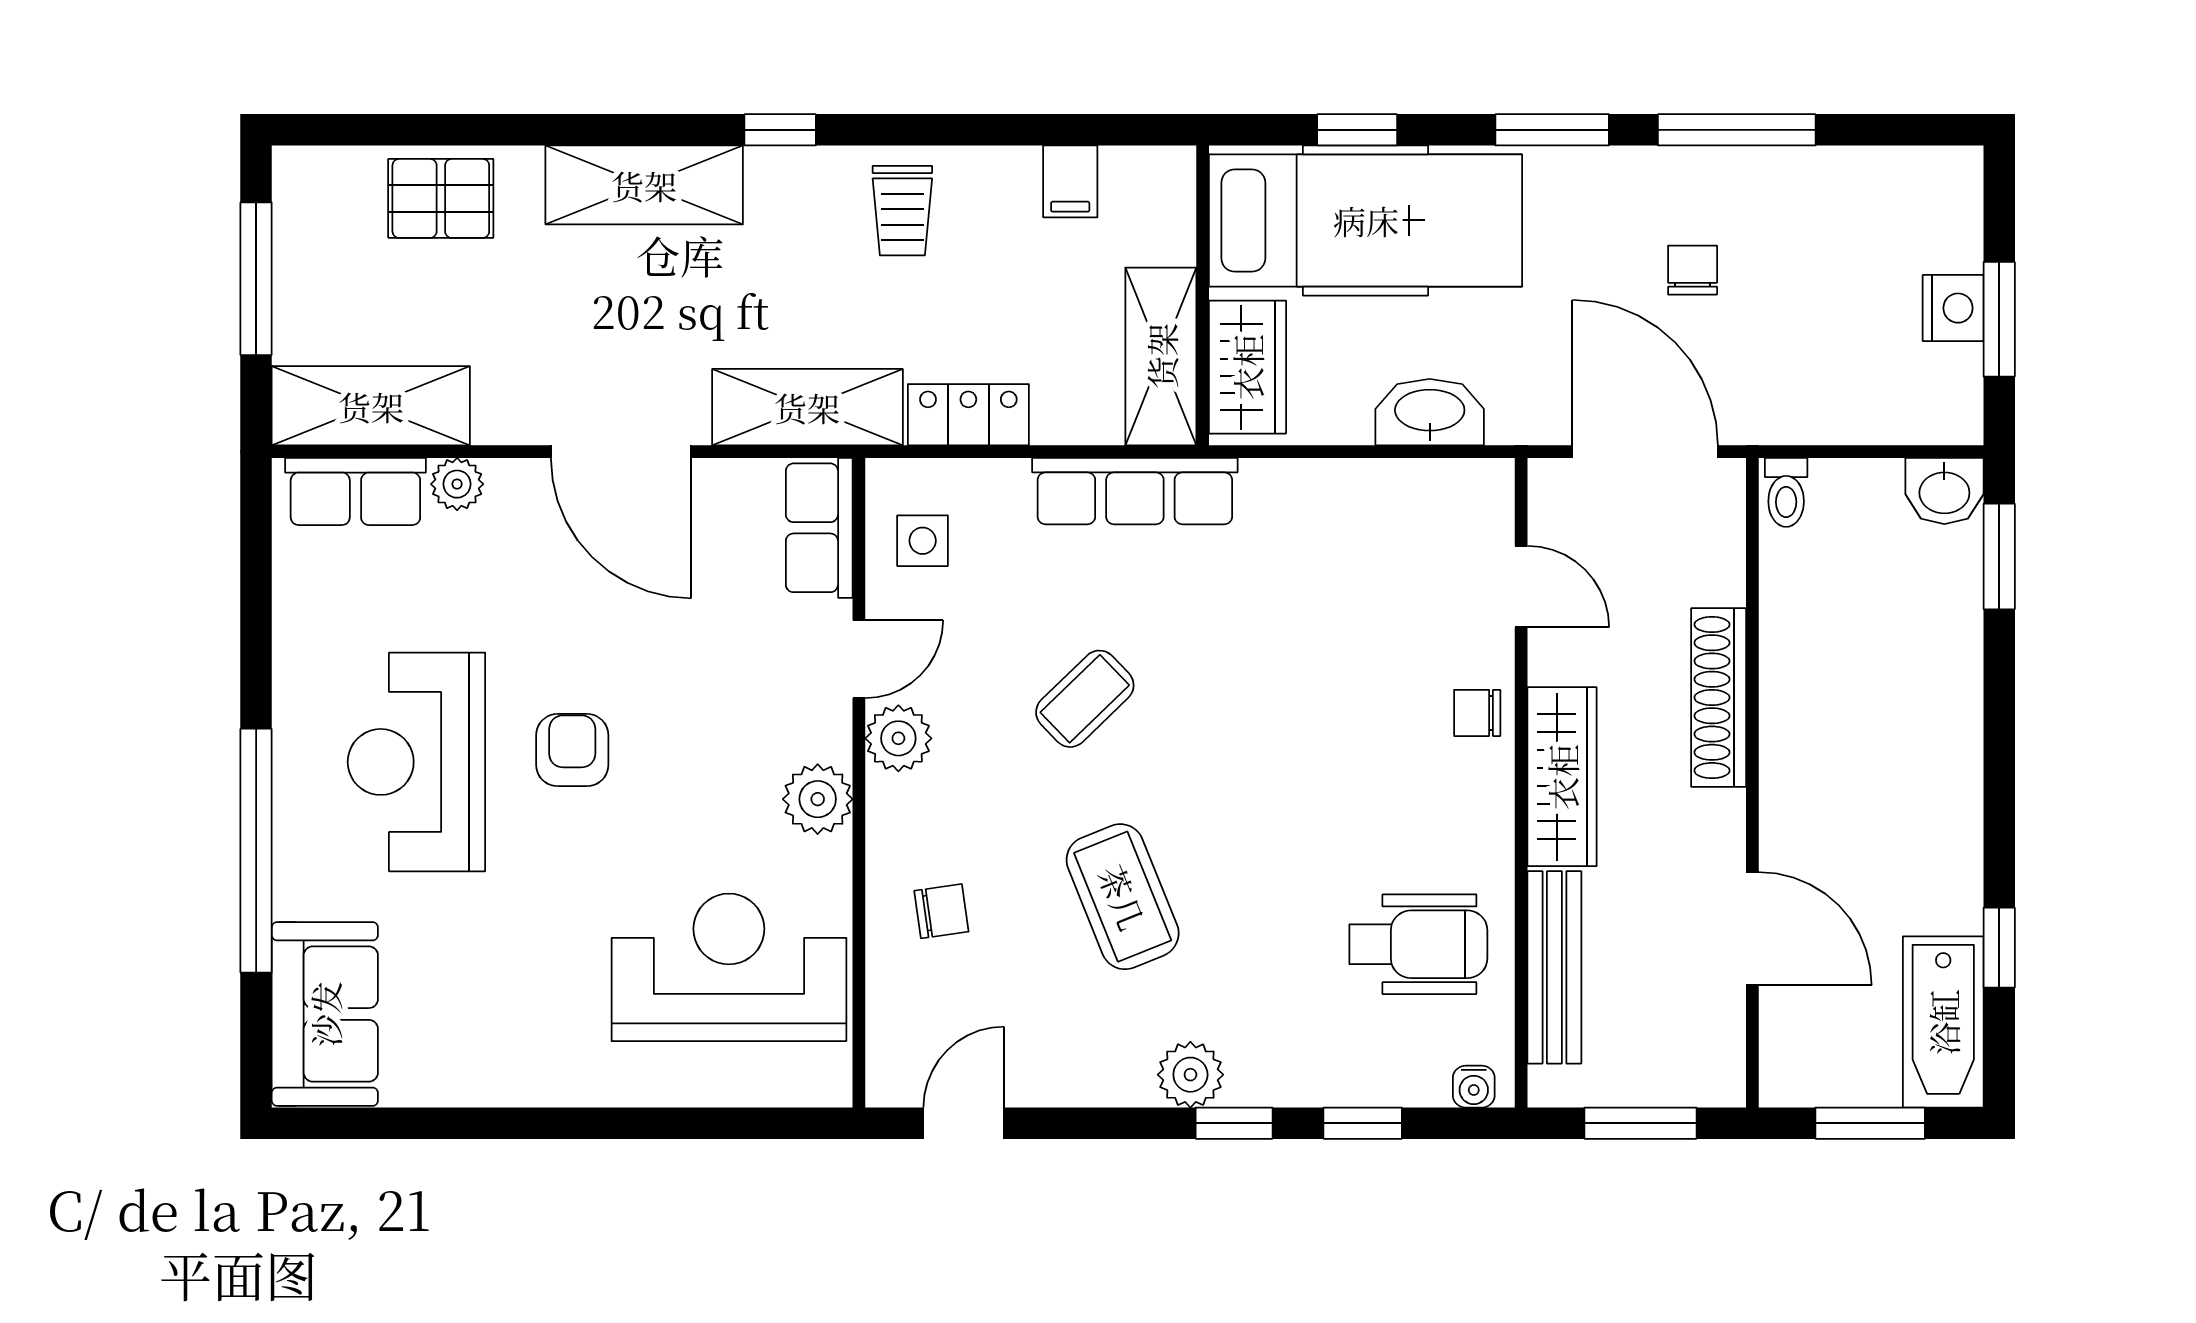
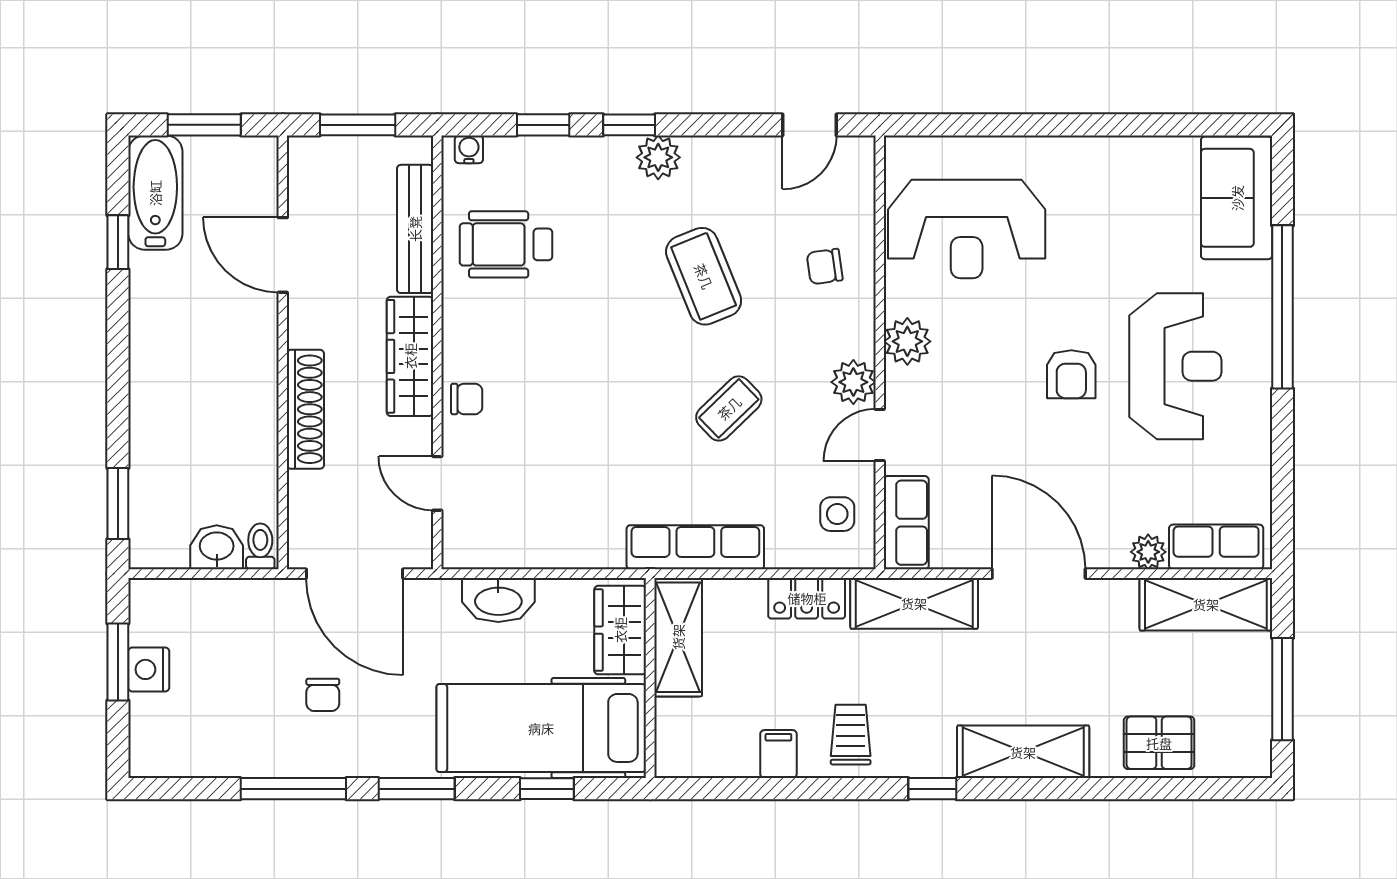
filing cabinet: (1070, 181) -> (778, 754), moved
washbasin: (1944, 491) -> (217, 547), moved

